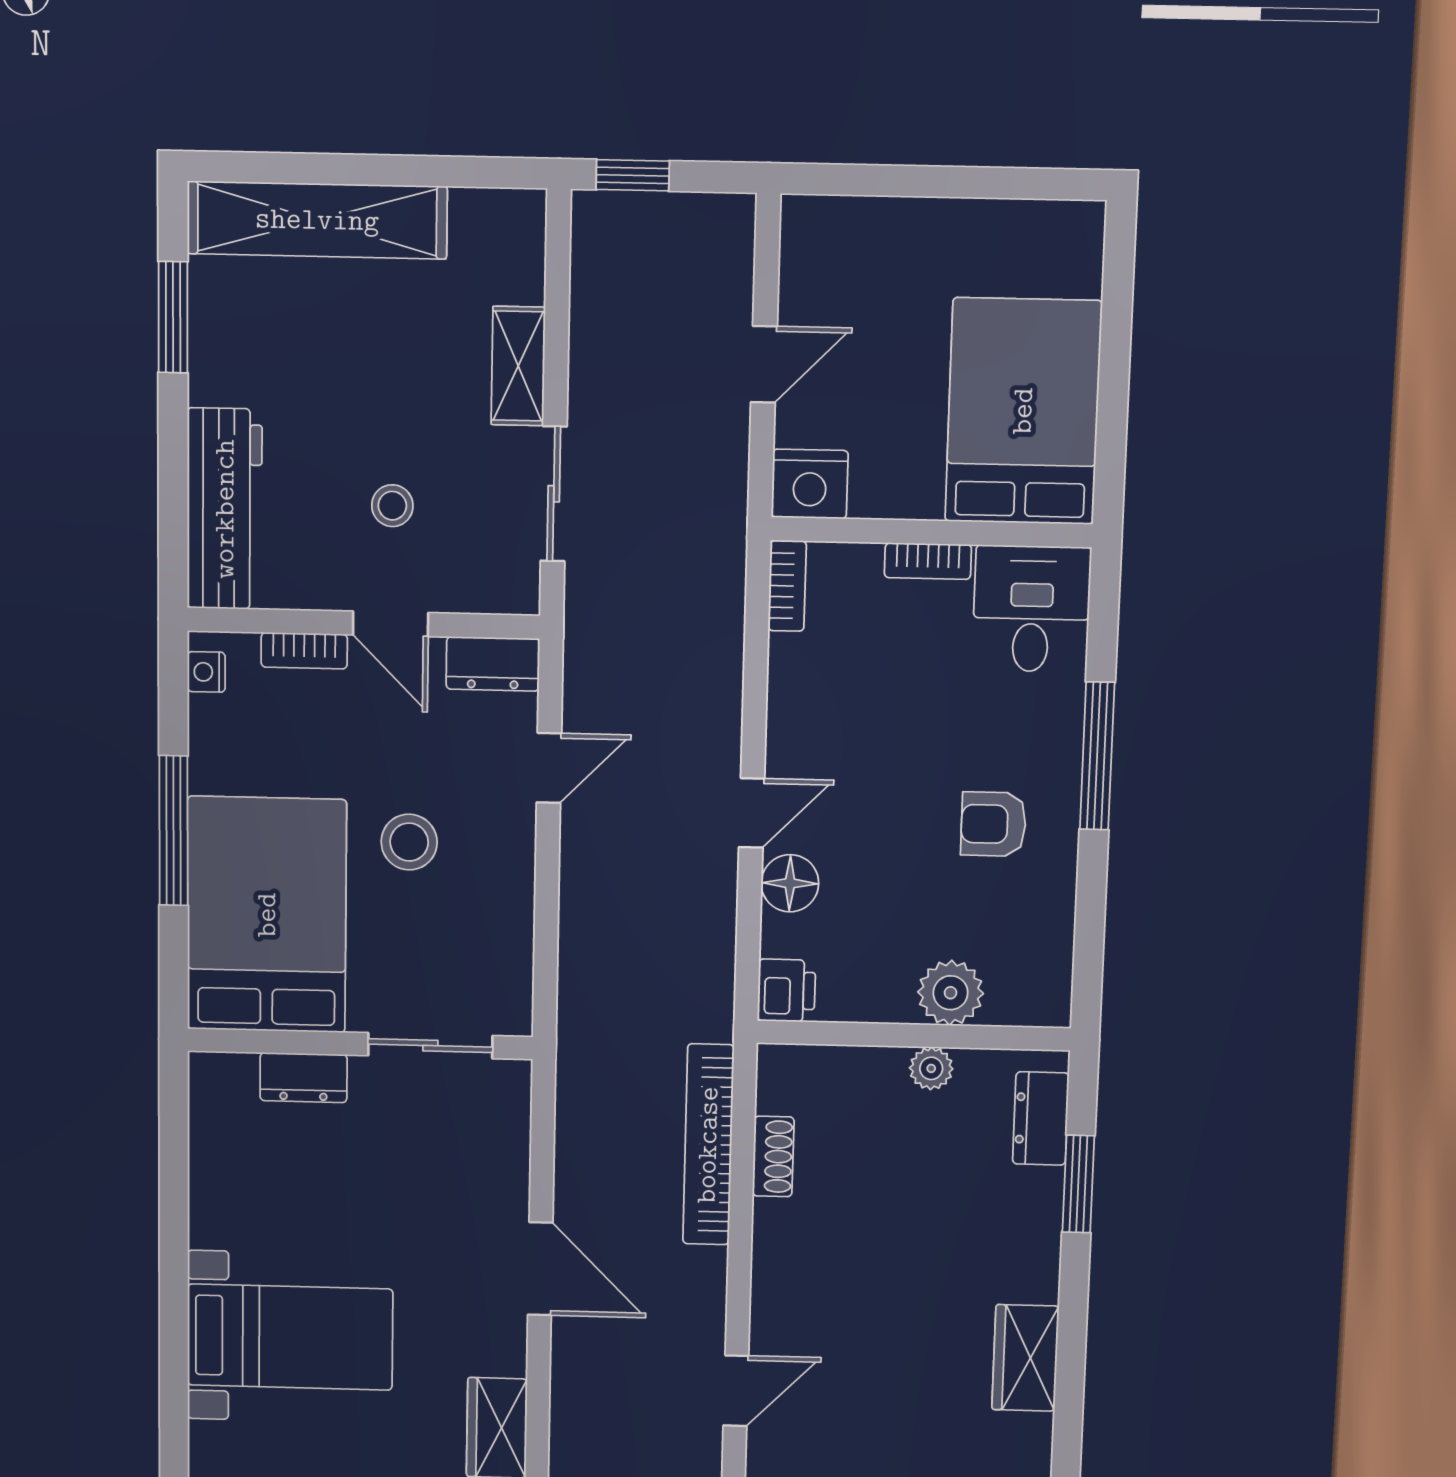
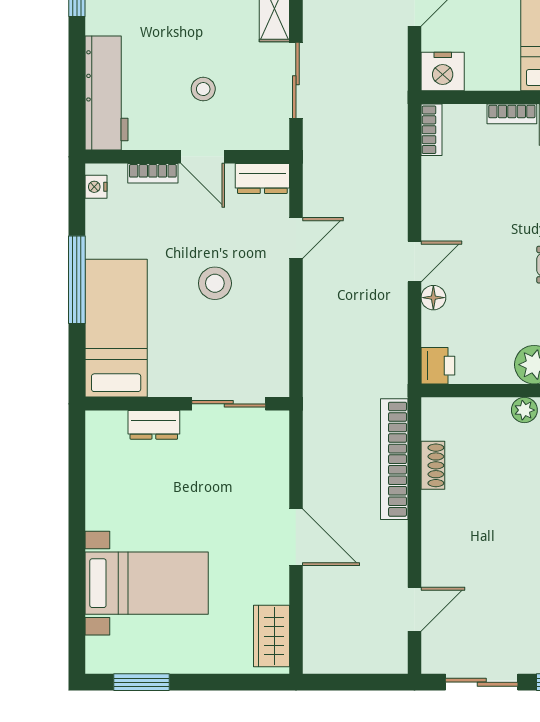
floor lamp: (790, 883) -> (433, 298), width x0.73, depth x0.73
bed: (267, 915) -> (116, 328), width x0.67

